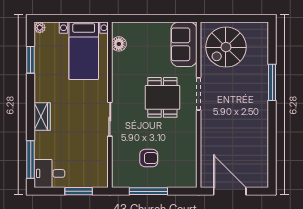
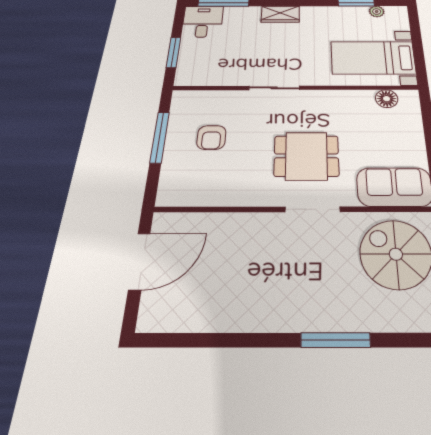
plant: (40, 28) -> (377, 12), moved

